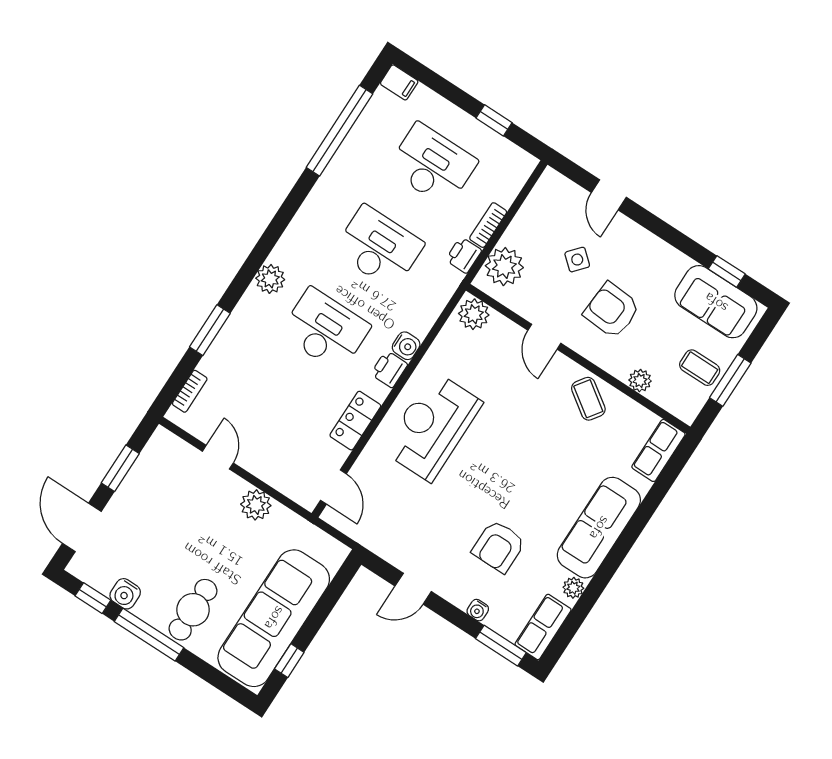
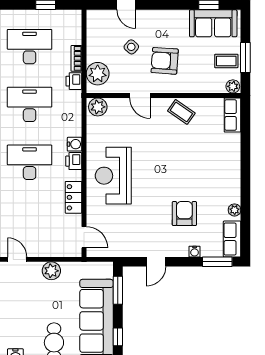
plant: (640, 381) -> (233, 86), moved
sofa: (599, 528) -> (228, 172), removed
armchair: (499, 546) -> (184, 214), turned 180
window: (333, 594) -> (118, 290), added

